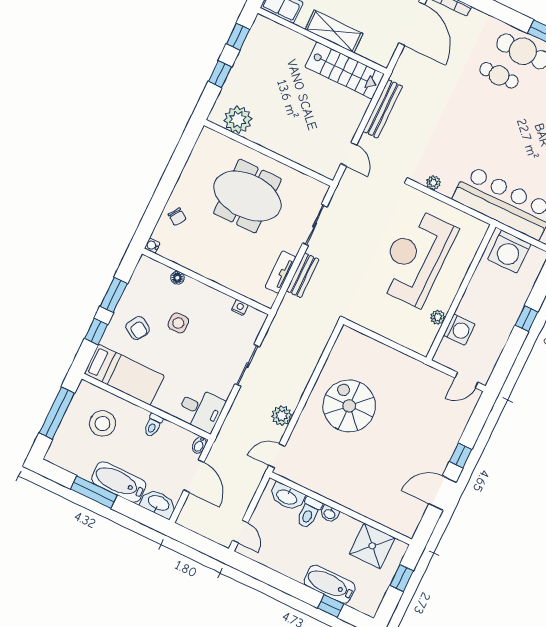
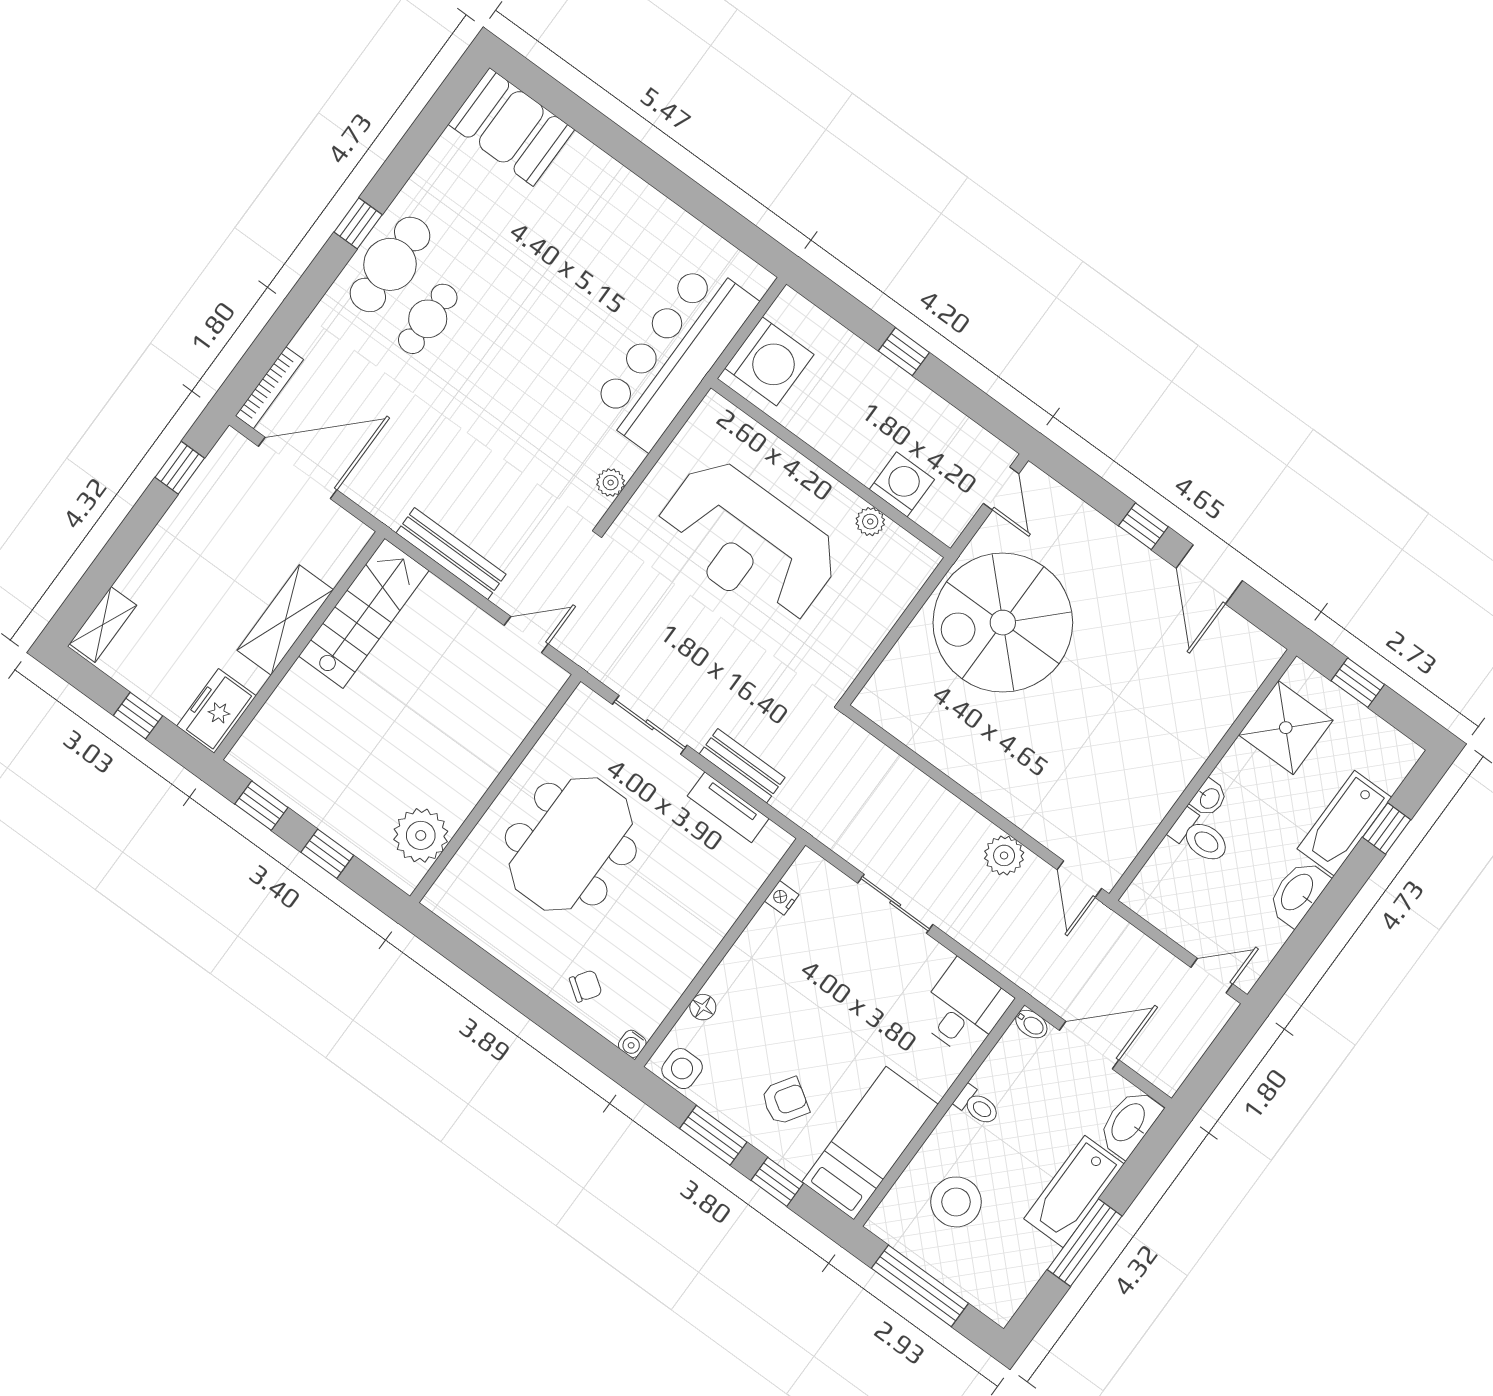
side table: (178, 323) -> (682, 1069), moved
spiral stairs: (349, 406) -> (1003, 623), moved, width x1.37, depth x1.37
washbasin: (287, 497) -> (1298, 893), moved, turned 180

